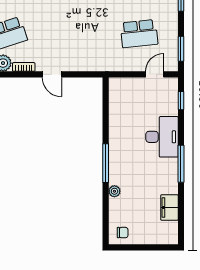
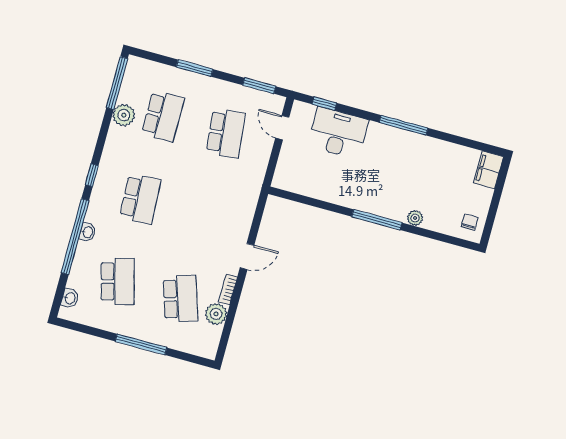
desk: (162, 137) -> (338, 133), moved
filing cabinet: (169, 207) -> (488, 170), moved, turned 90

